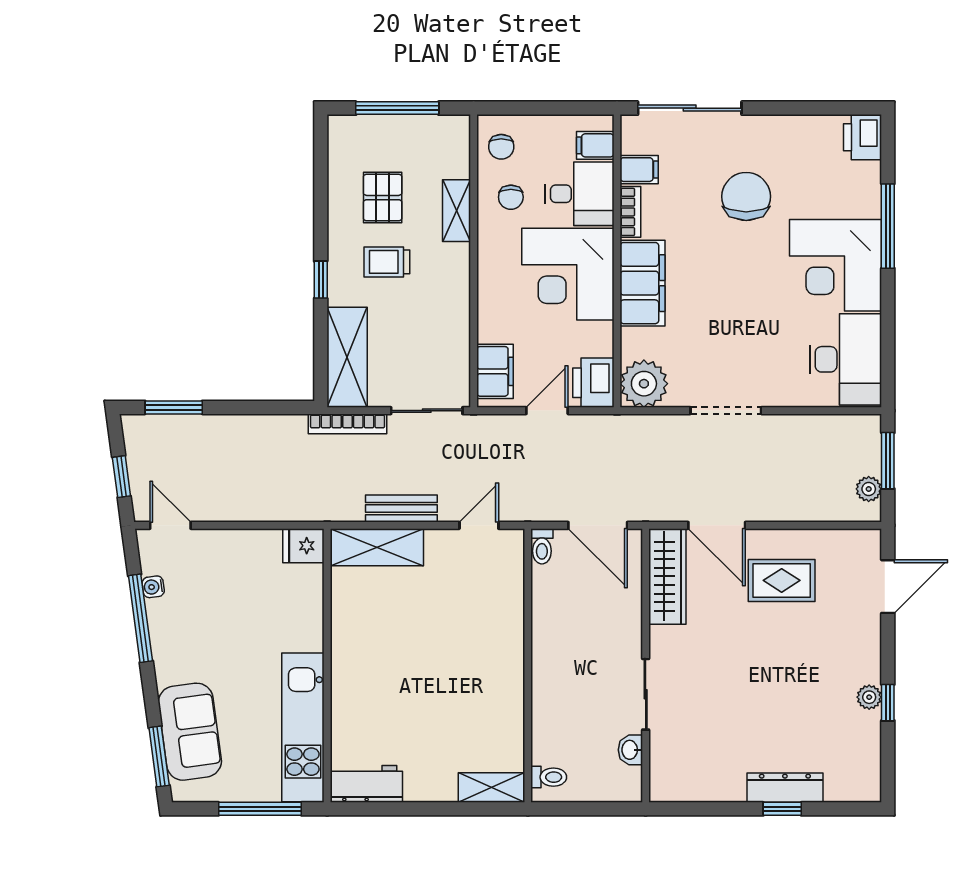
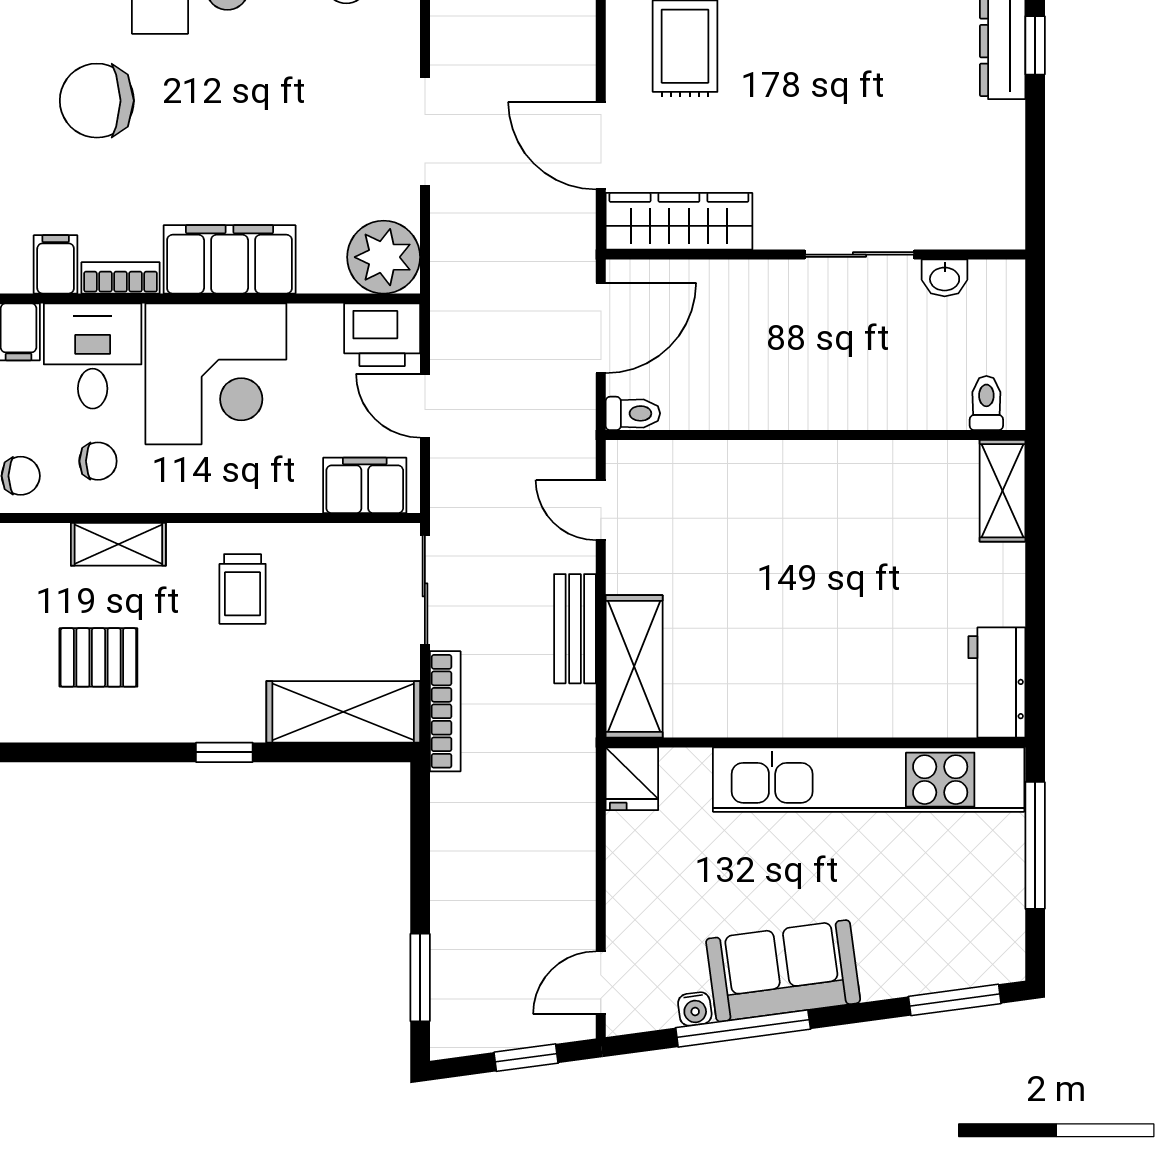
trolley: (387, 262) -> (243, 589), moved
door: (717, 525) -> (601, 146), swing flipped
kitchen unit: (303, 727) -> (869, 780), width x1.36
sofa: (190, 732) -> (783, 971), moved

